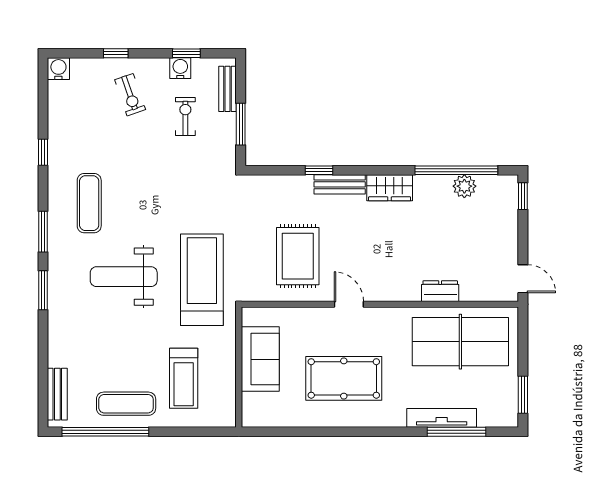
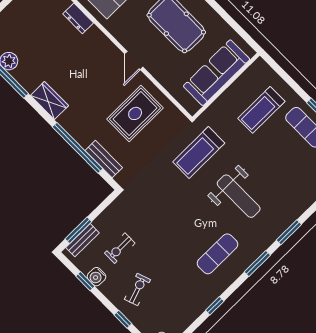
window: (241, 124) -> (78, 230), moved
window: (319, 170) -> (78, 148), width x3.17
bench: (340, 184) -> (104, 159), moved
treadmill: (202, 280) -> (199, 152), width x0.73, depth x0.73
sofa: (260, 359) -> (217, 73), width x1.36
treadmill: (184, 378) -> (261, 110), turned 180

